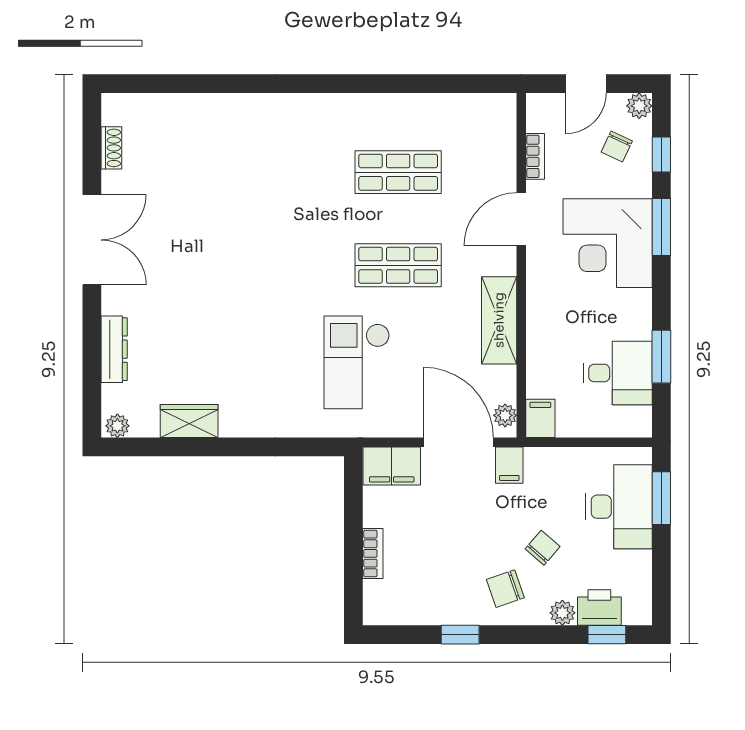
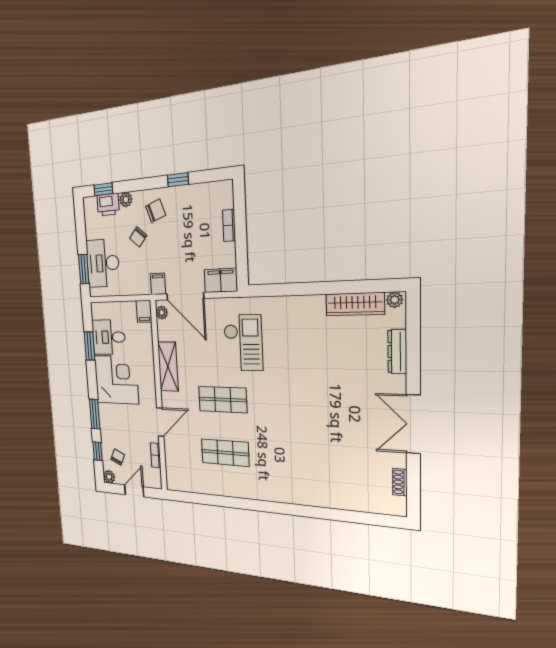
corner desk: (608, 243) -> (116, 380), moved
wardrobe: (189, 421) -> (355, 304), width x1.50

